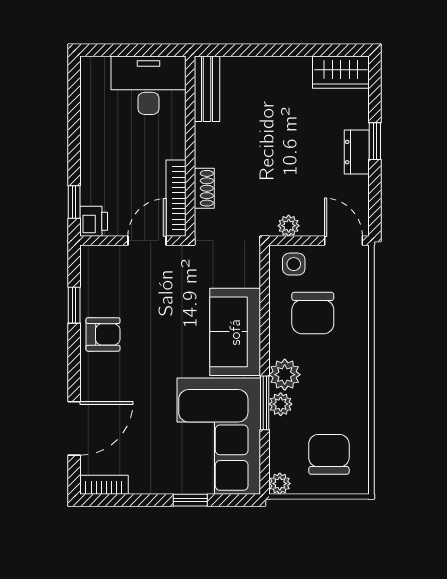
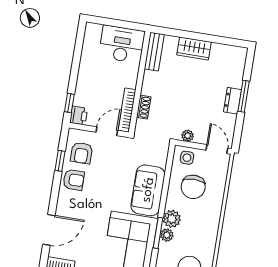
wardrobe: (341, 72) -> (194, 48), moved
window: (375, 141) -> (244, 96), width x1.50
armchair: (109, 285) -> (82, 153), added

